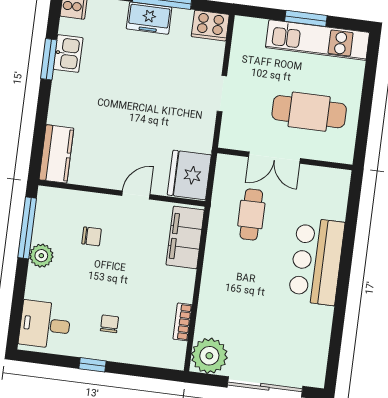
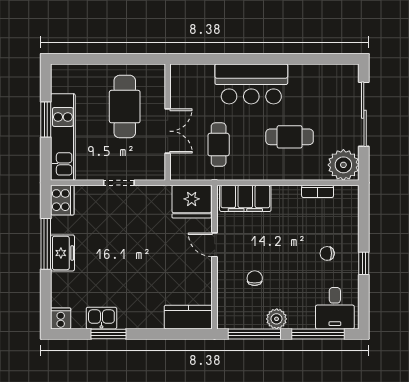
kitchen unit: (317, 40) -> (63, 137), moved
cafe table: (251, 214) -> (219, 145), turned 90
cafe table: (250, 298) -> (290, 137), added
window: (18, 301) -> (318, 334), added

